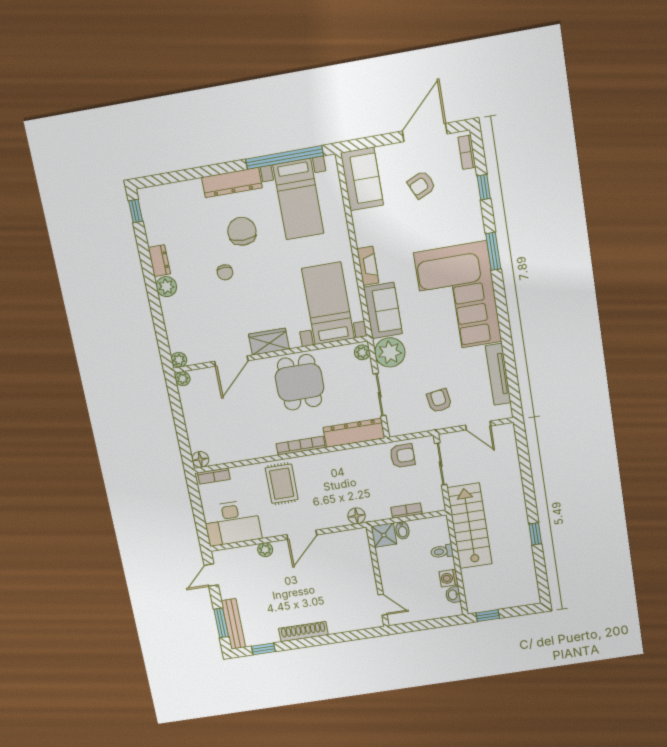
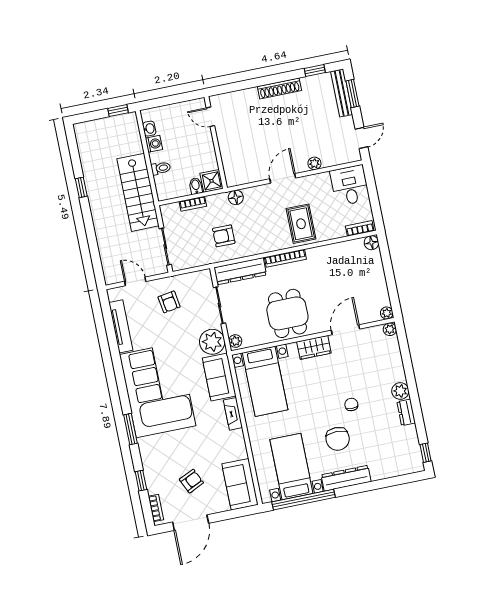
armchair: (402, 456) -> (224, 236), moved
desk: (232, 523) -> (350, 185), width x0.73

